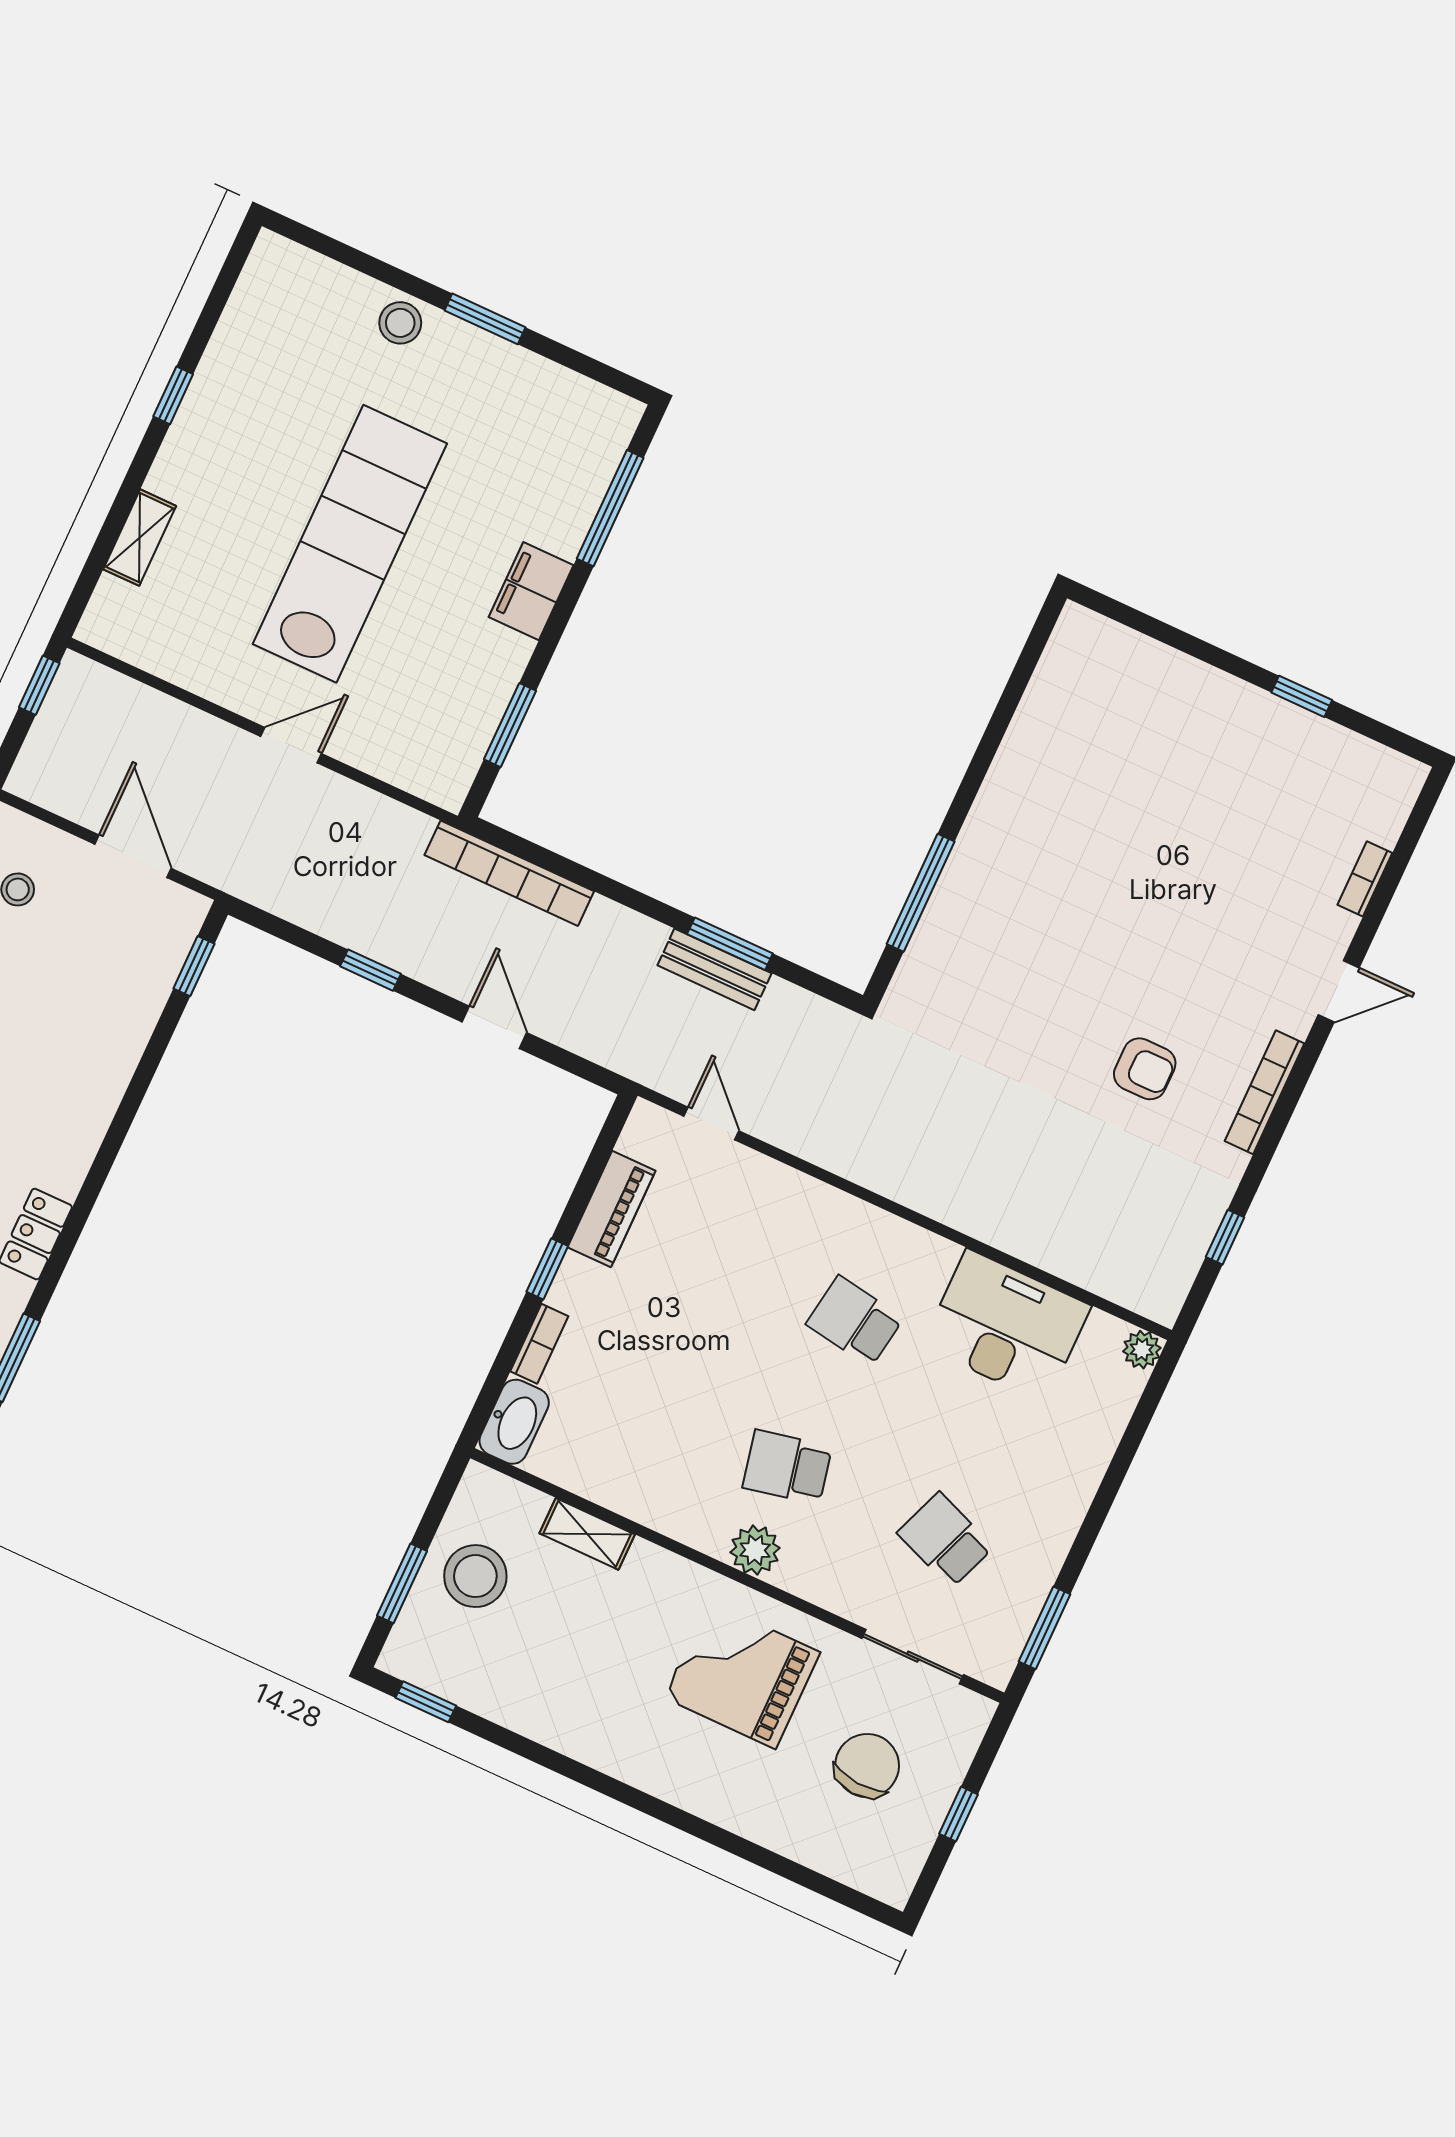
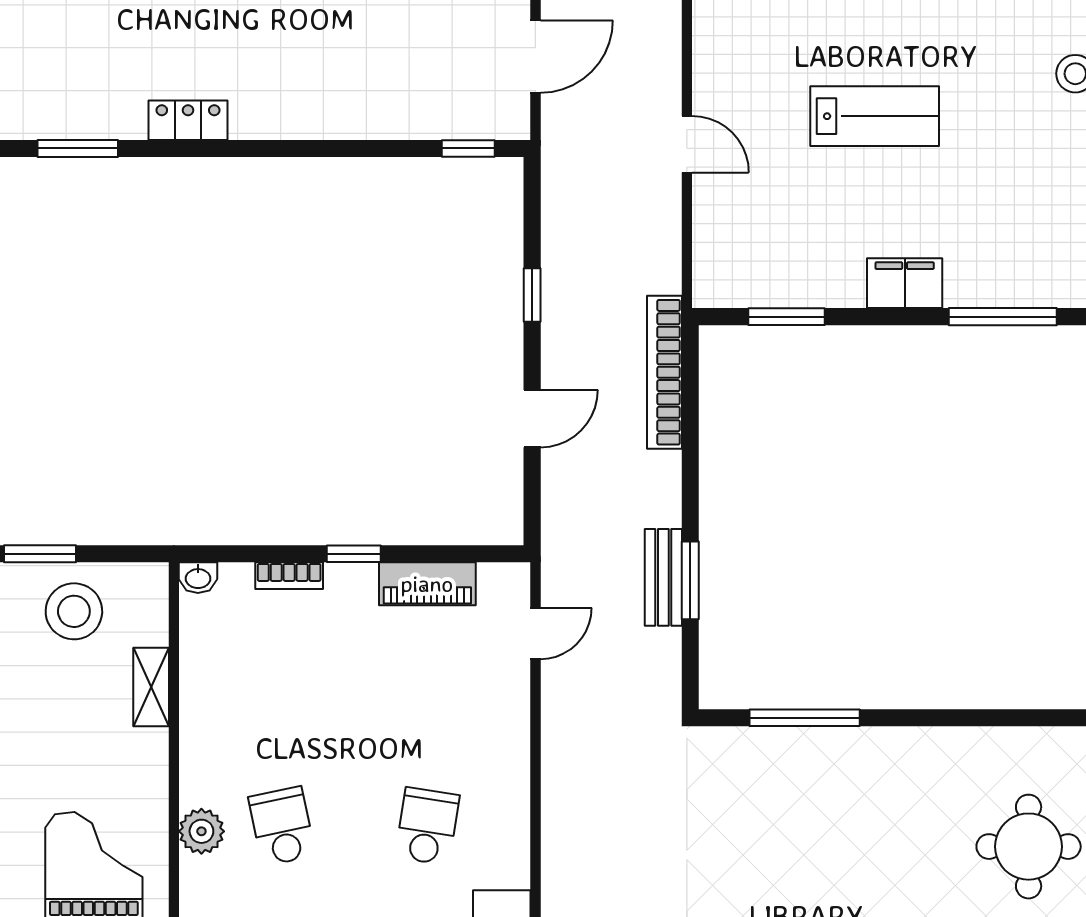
lab bench: (350, 544) -> (875, 116), width x0.54, depth x0.72
round table: (1154, 728) -> (1029, 847), added
washbasin: (514, 1422) -> (198, 578), width x0.52, depth x0.69

